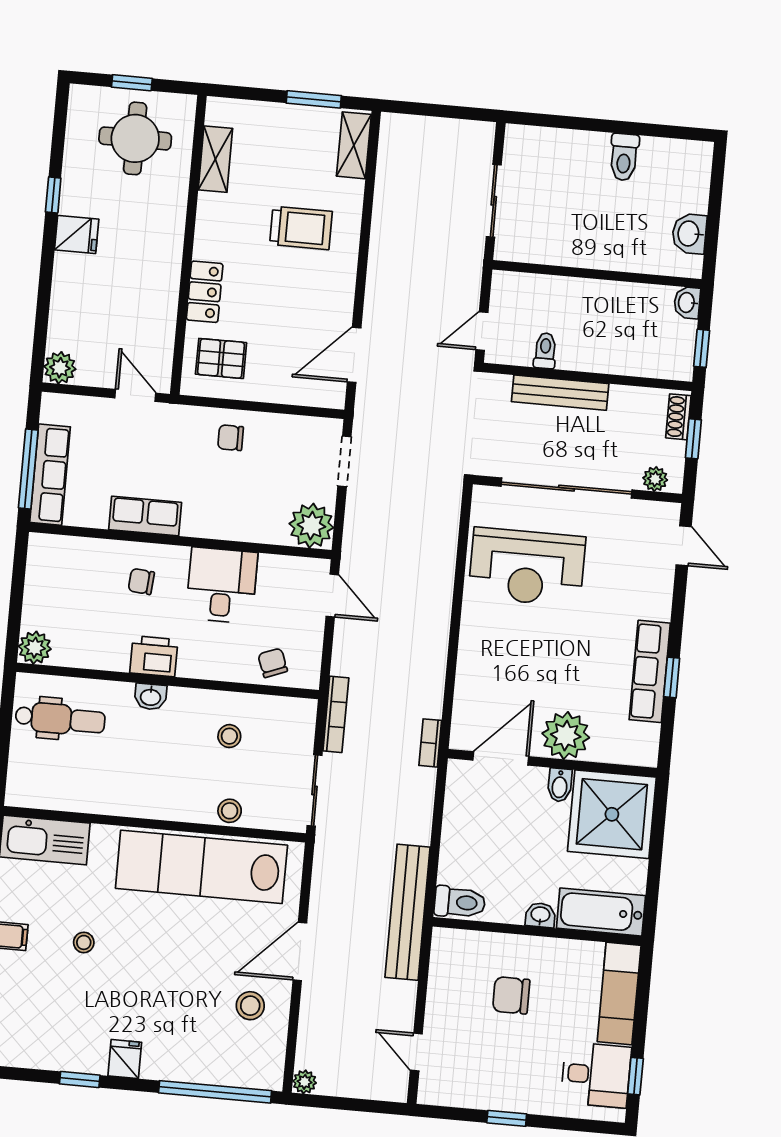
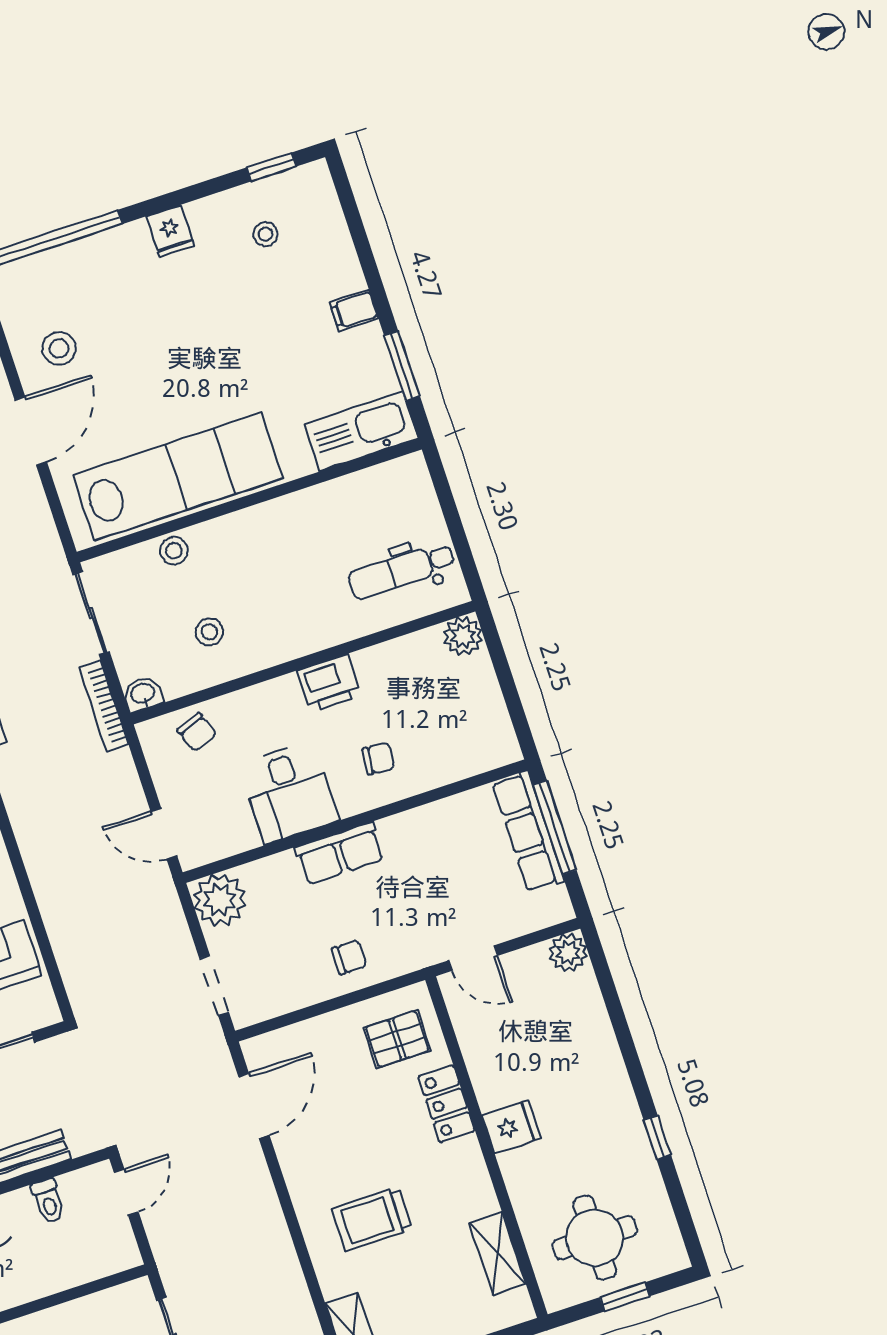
fridge: (77, 234) -> (511, 1127), moved, turned 180
row of seats: (145, 516) -> (340, 853), moved
washbasin: (151, 697) -> (143, 694), moved
stool: (84, 942) -> (265, 234), moved
window: (80, 1080) -> (271, 167), moved

